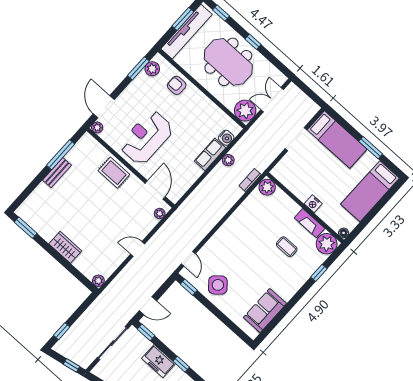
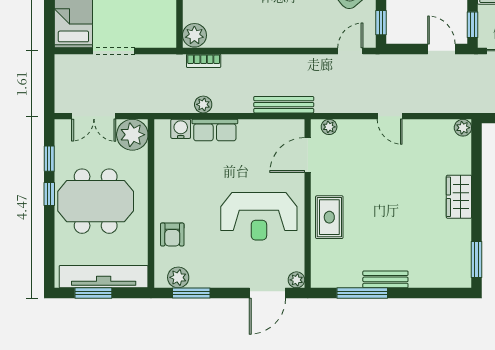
window: (221, 13) -> (49, 159), moved
meeting table: (228, 62) -> (96, 201), turned 90
bench: (191, 201) -> (284, 105), added

